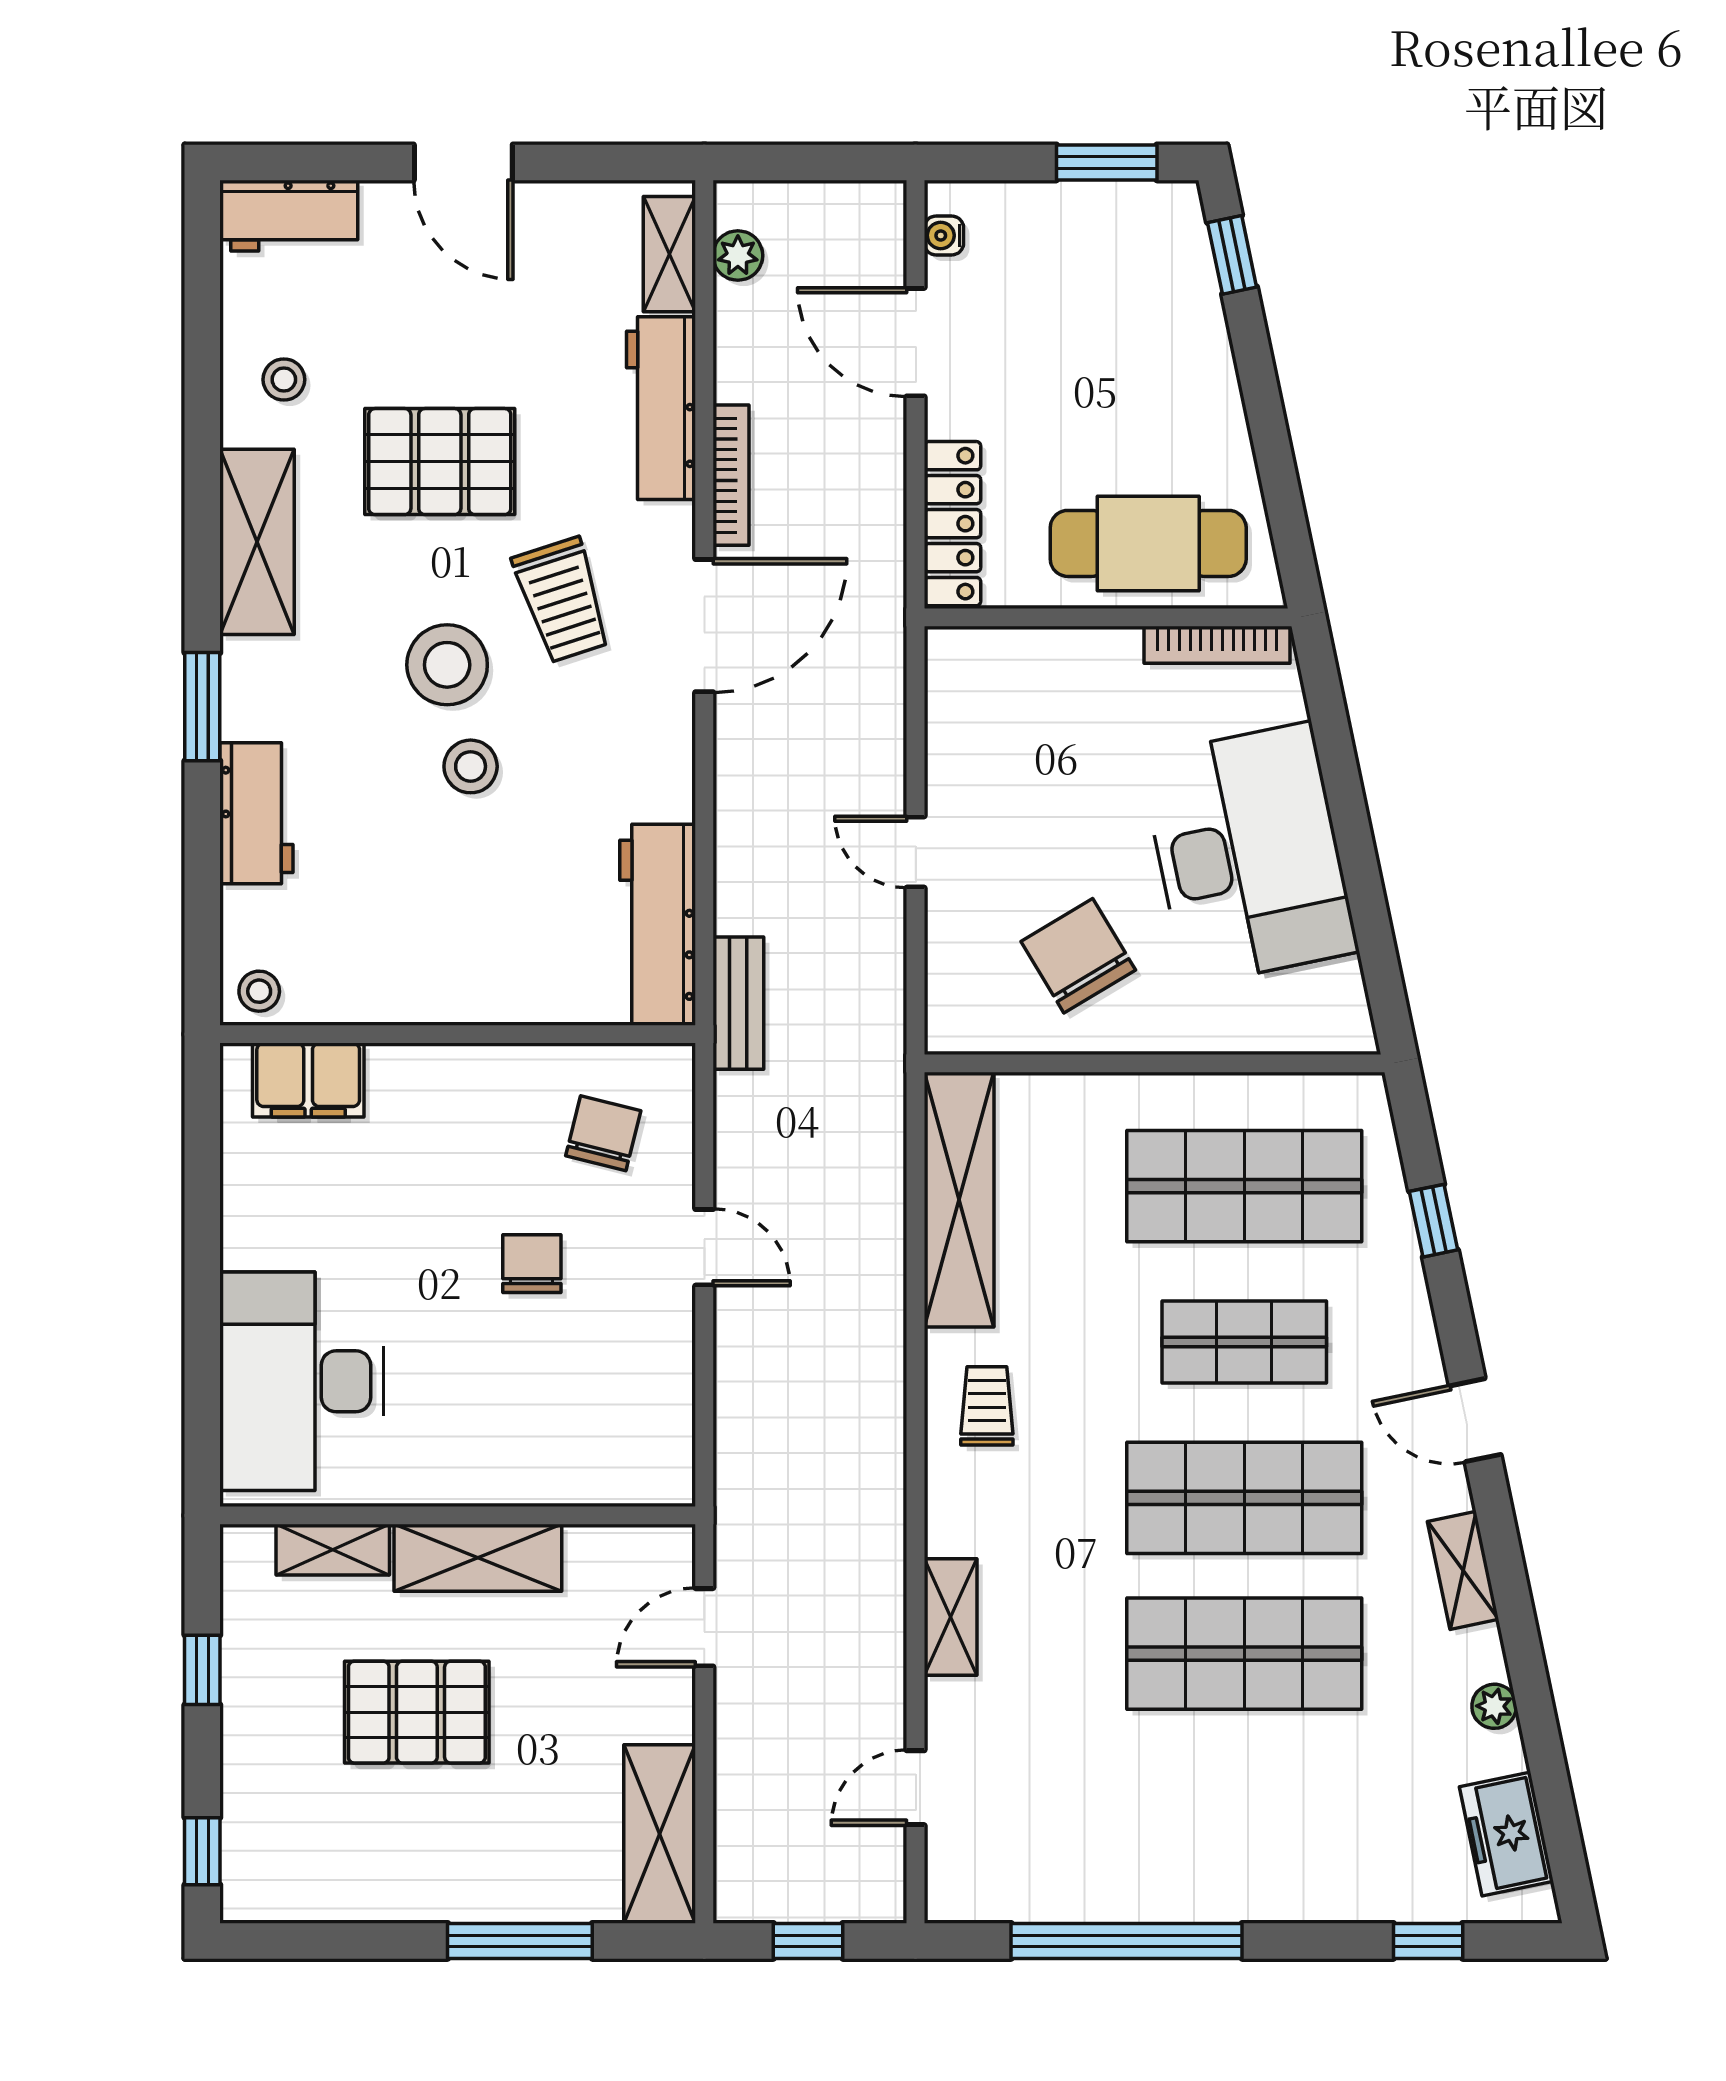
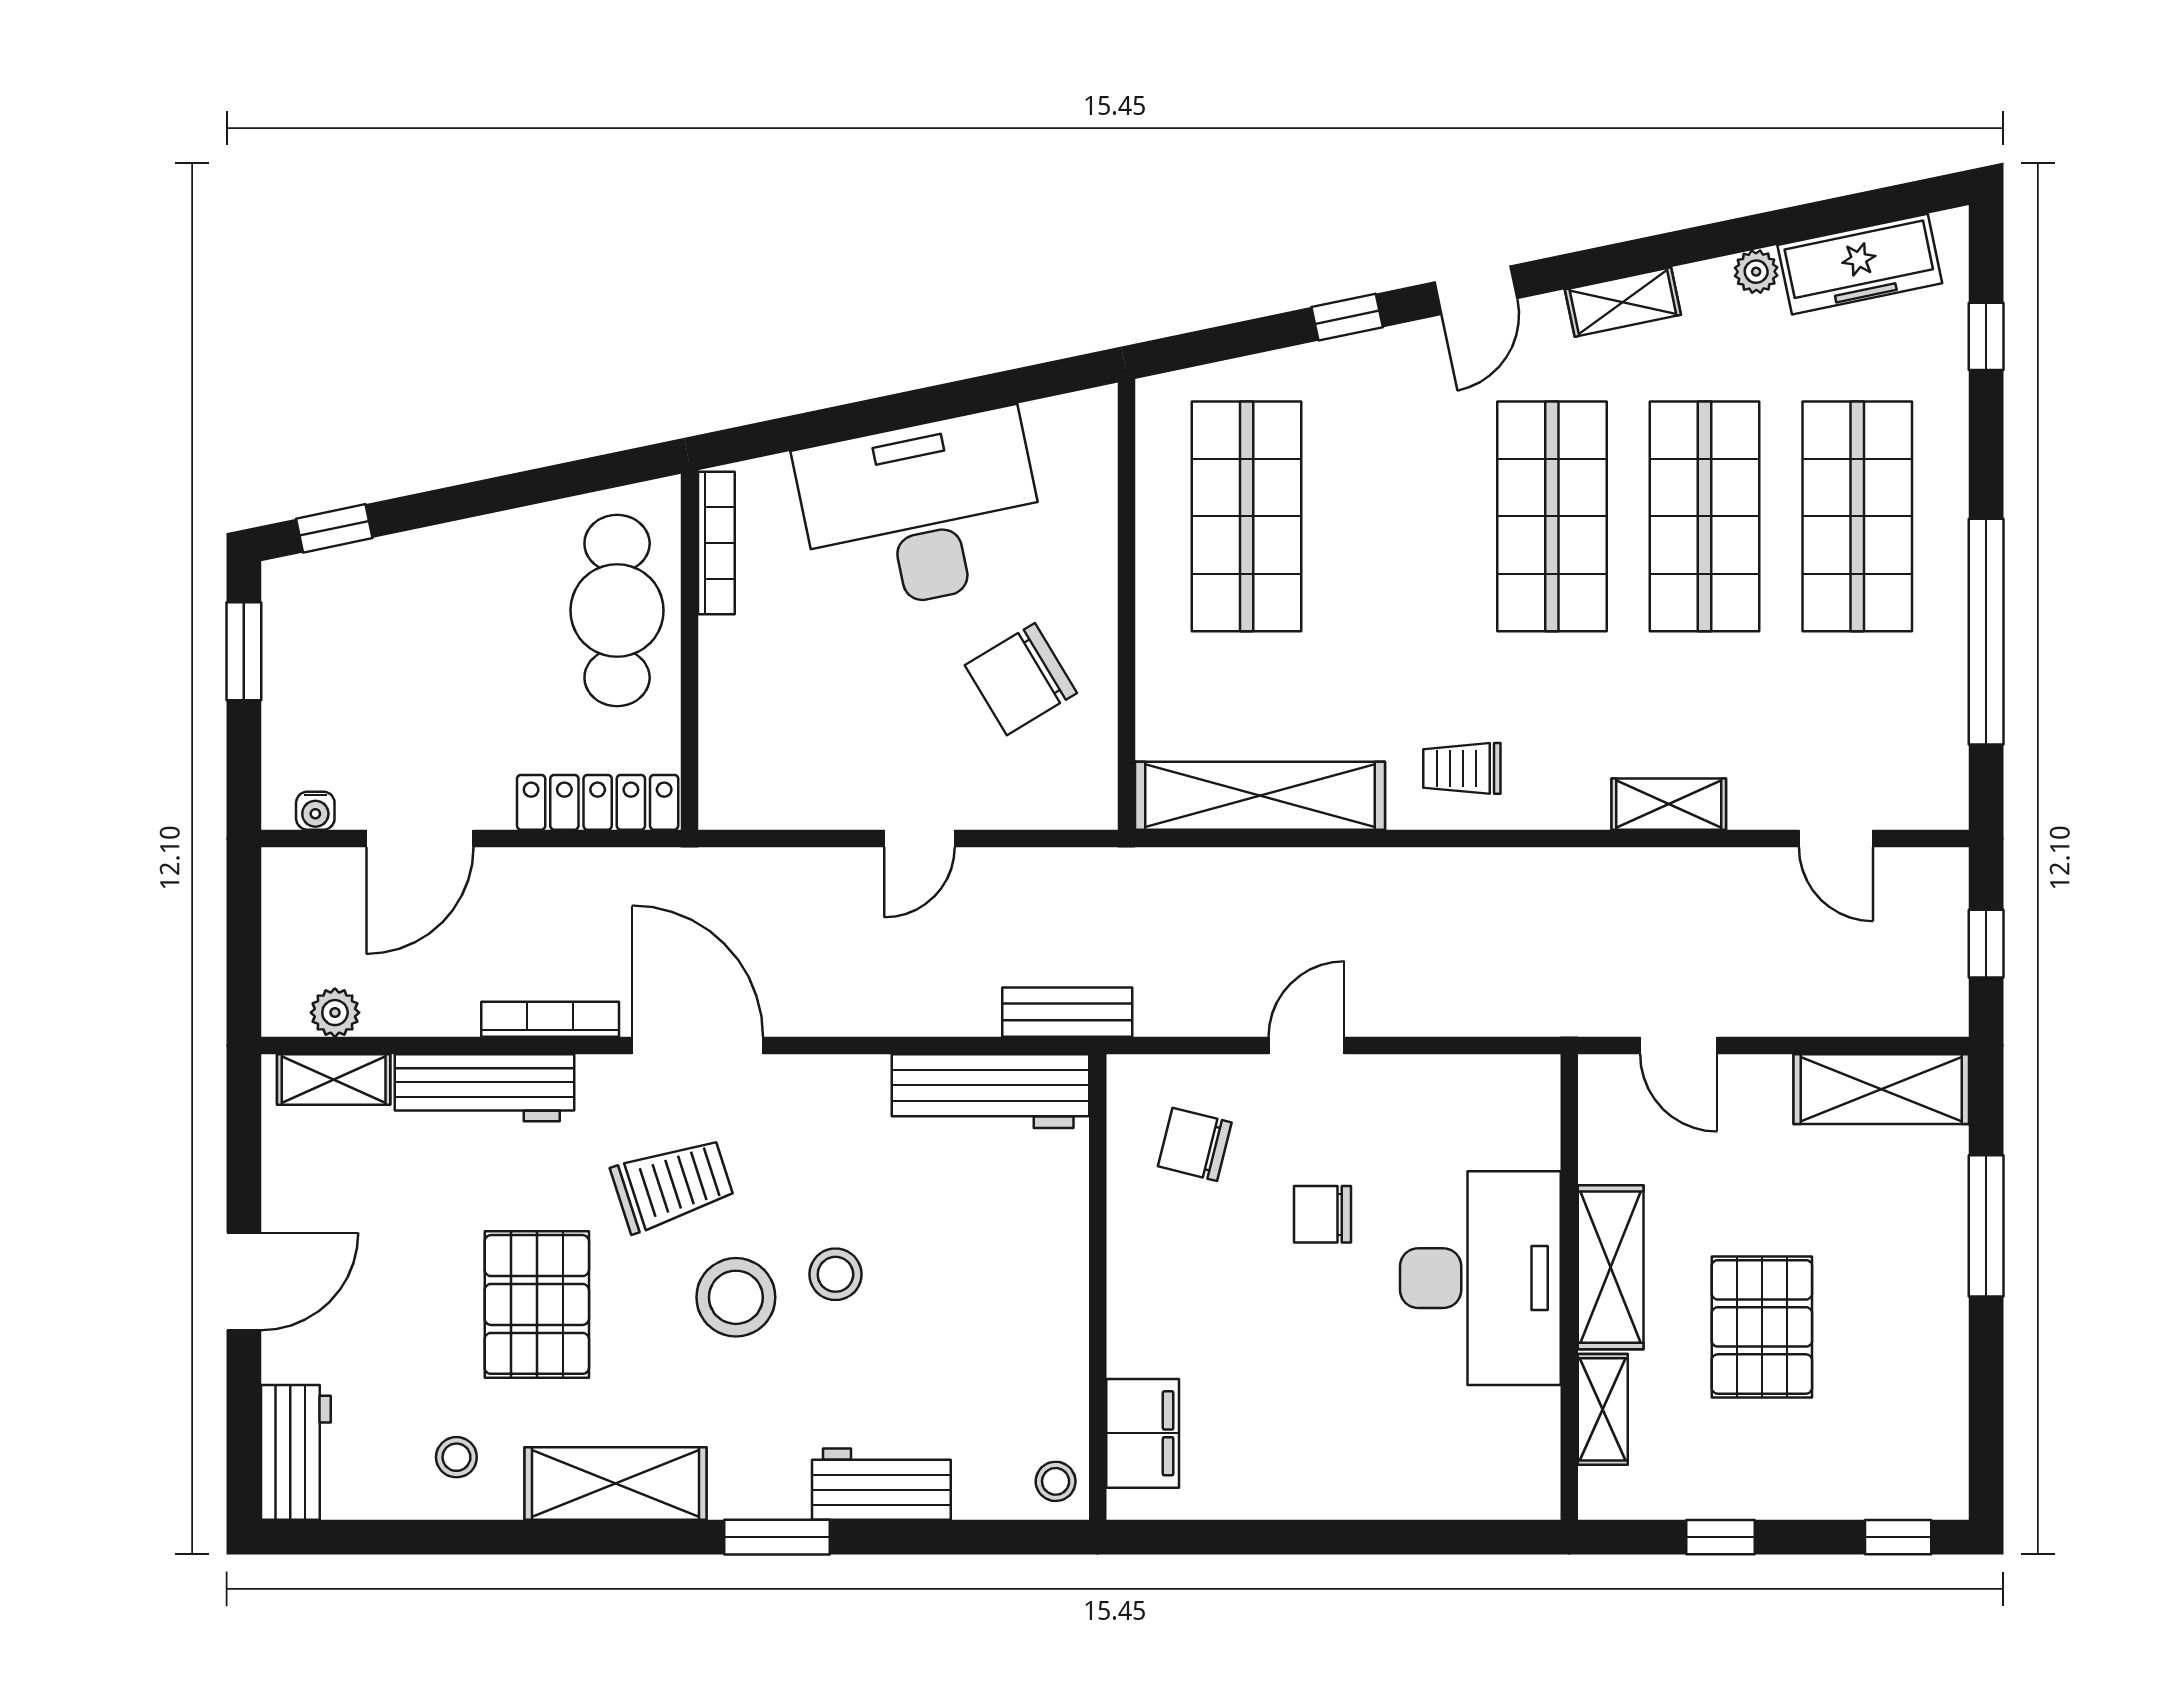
window: (1434, 1221) -> (1347, 317), moved
shop shelf: (1244, 1342) -> (1857, 516), moved, width x1.43, depth x1.36
desk: (302, 1381) -> (1480, 1278), moved, turned -90
freezer: (1506, 1834) -> (1860, 264), width x1.40

